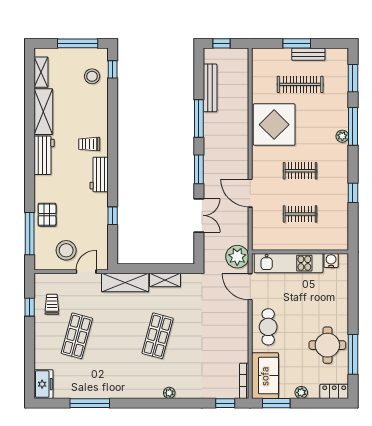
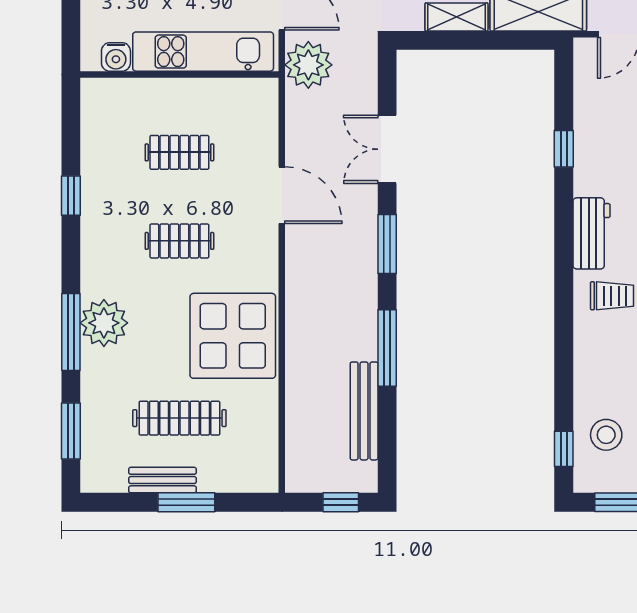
plant: (342, 136) -> (104, 323), width x1.88, depth x1.88

